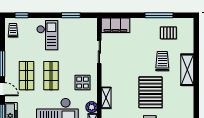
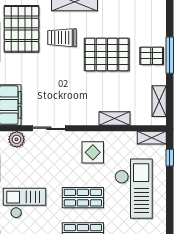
pallet: (168, 33) -> (21, 29), width x2.05, depth x2.00
plant: (92, 107) -> (17, 139), moved

